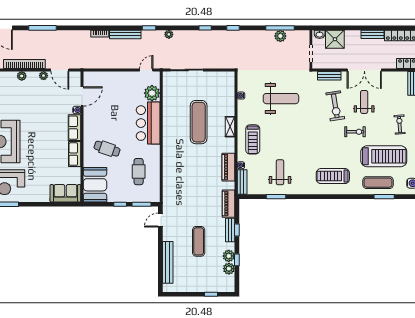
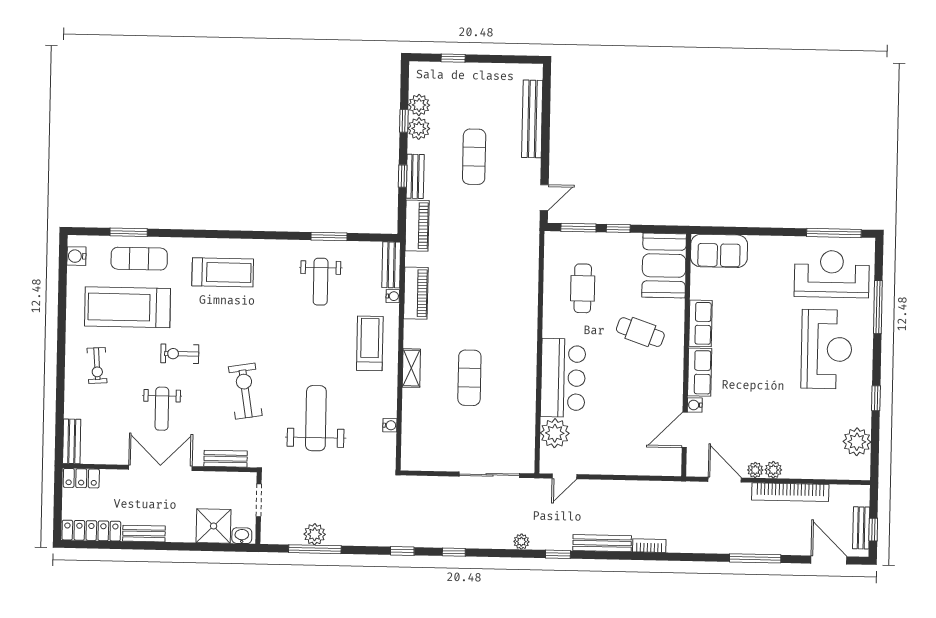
plant: (22, 76) -> (773, 470), moved
weight bench: (281, 99) -> (316, 418), turned 90
exercise bike: (335, 106) -> (245, 391), moved
exercise mat: (199, 122) -> (469, 378), width x0.73, depth x0.69

